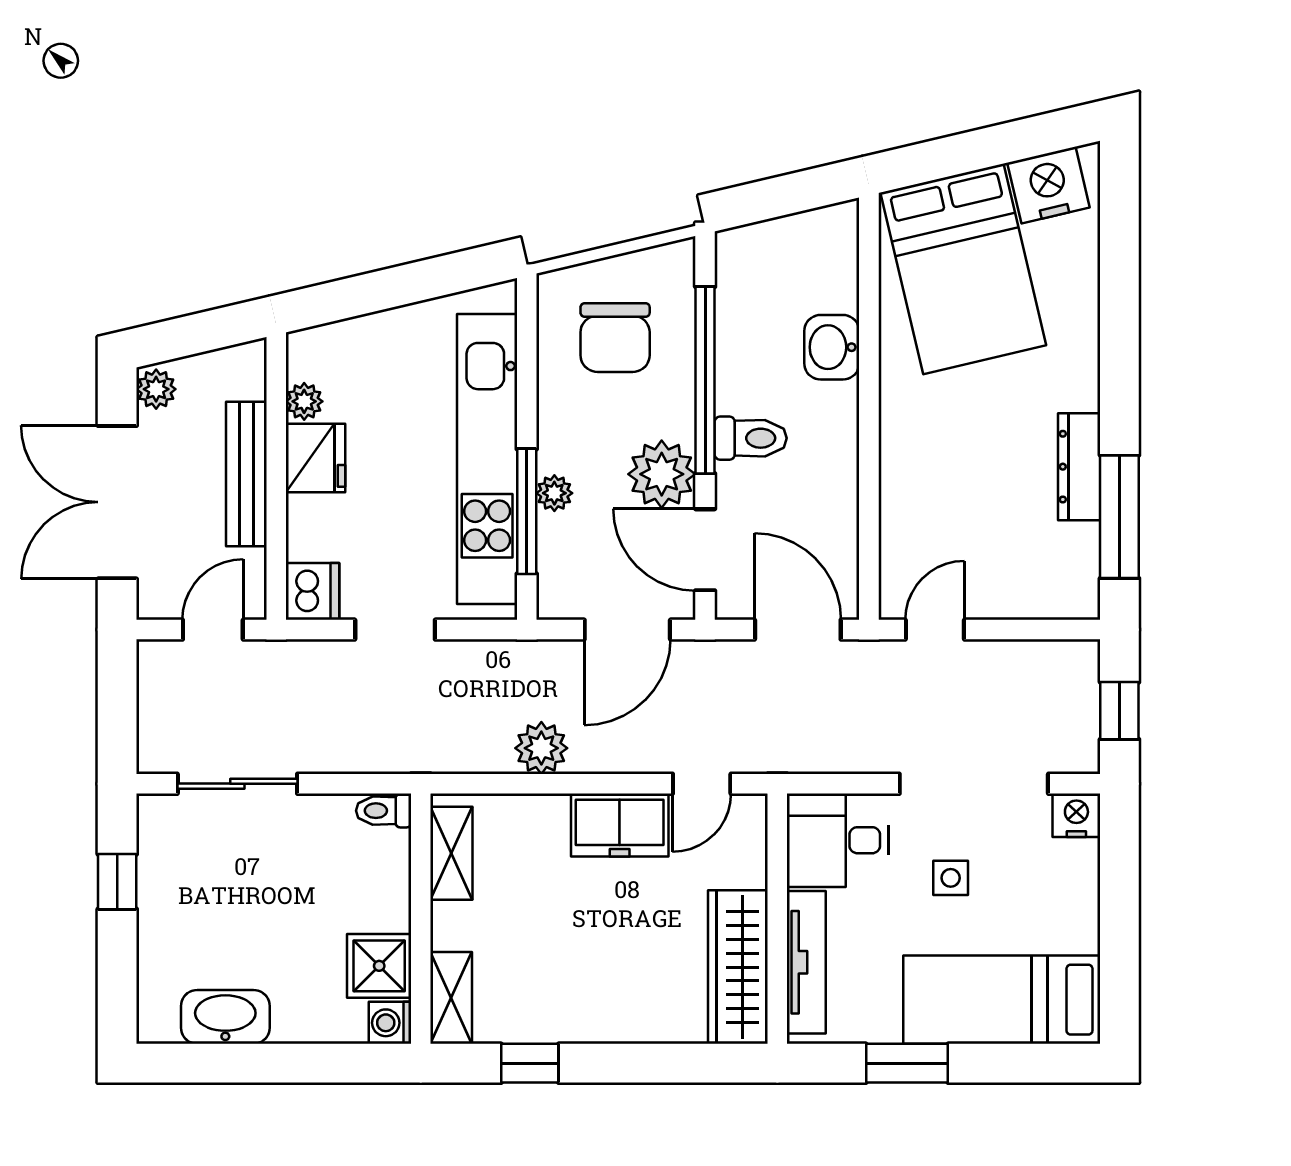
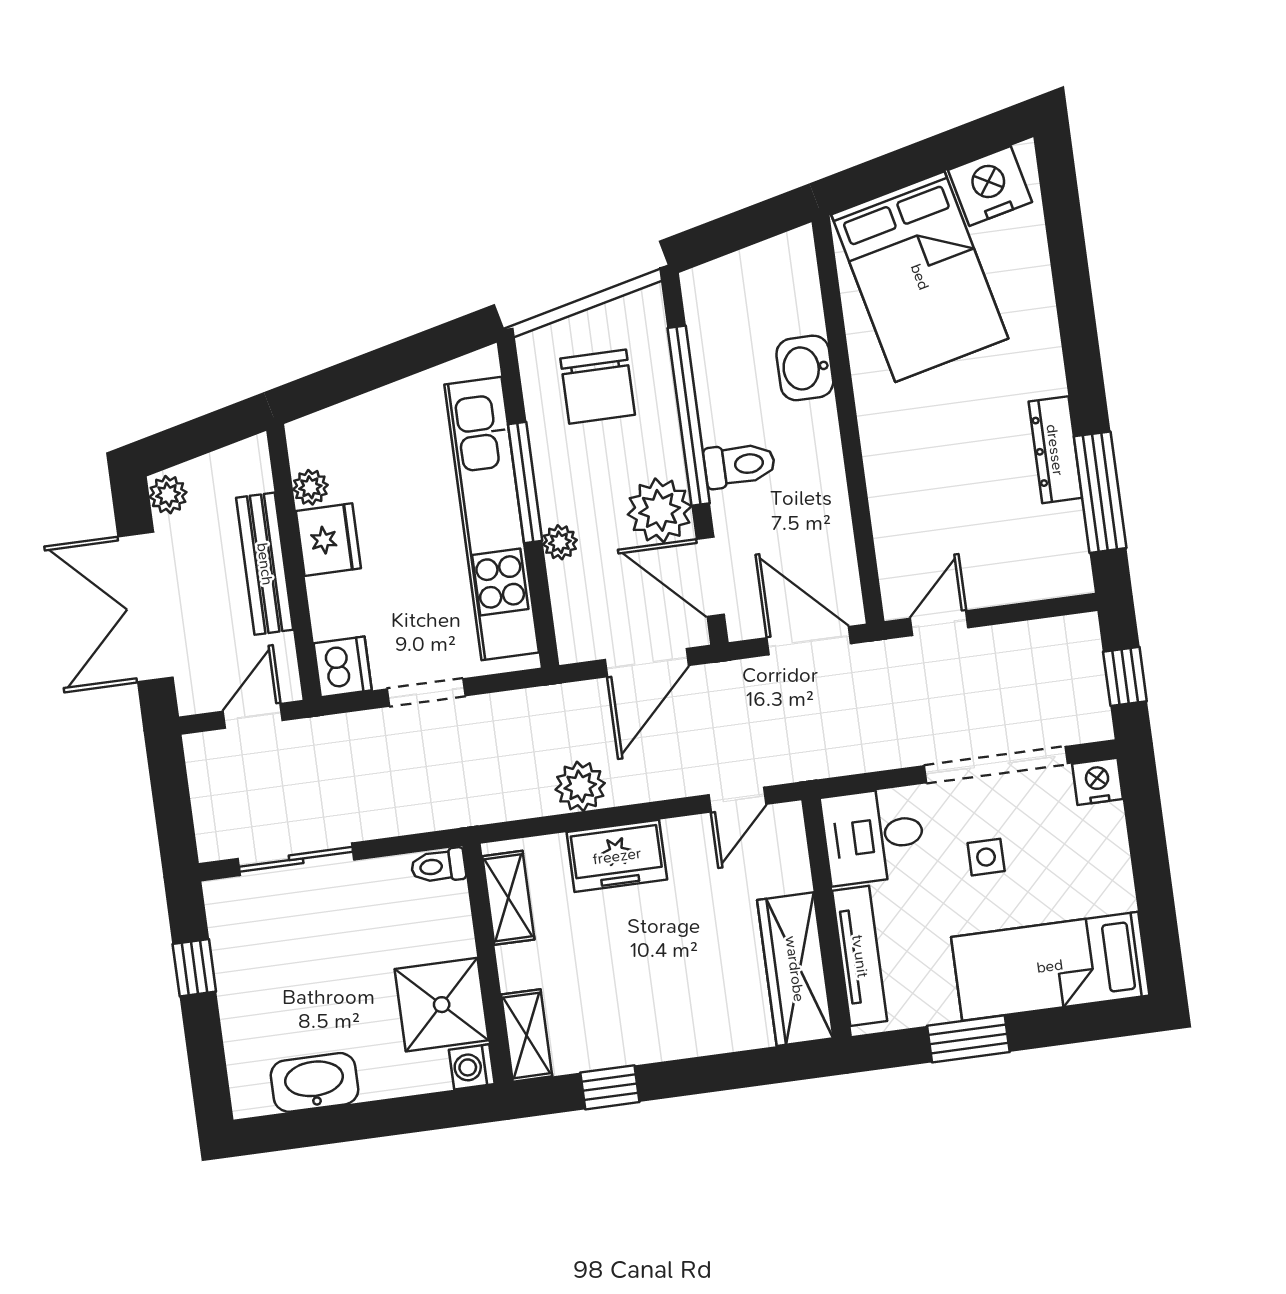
window: (527, 511) -> (525, 483), moved
freezer: (620, 825) -> (617, 856), moved
shower: (379, 966) -> (442, 1005), width x1.36, depth x1.36

